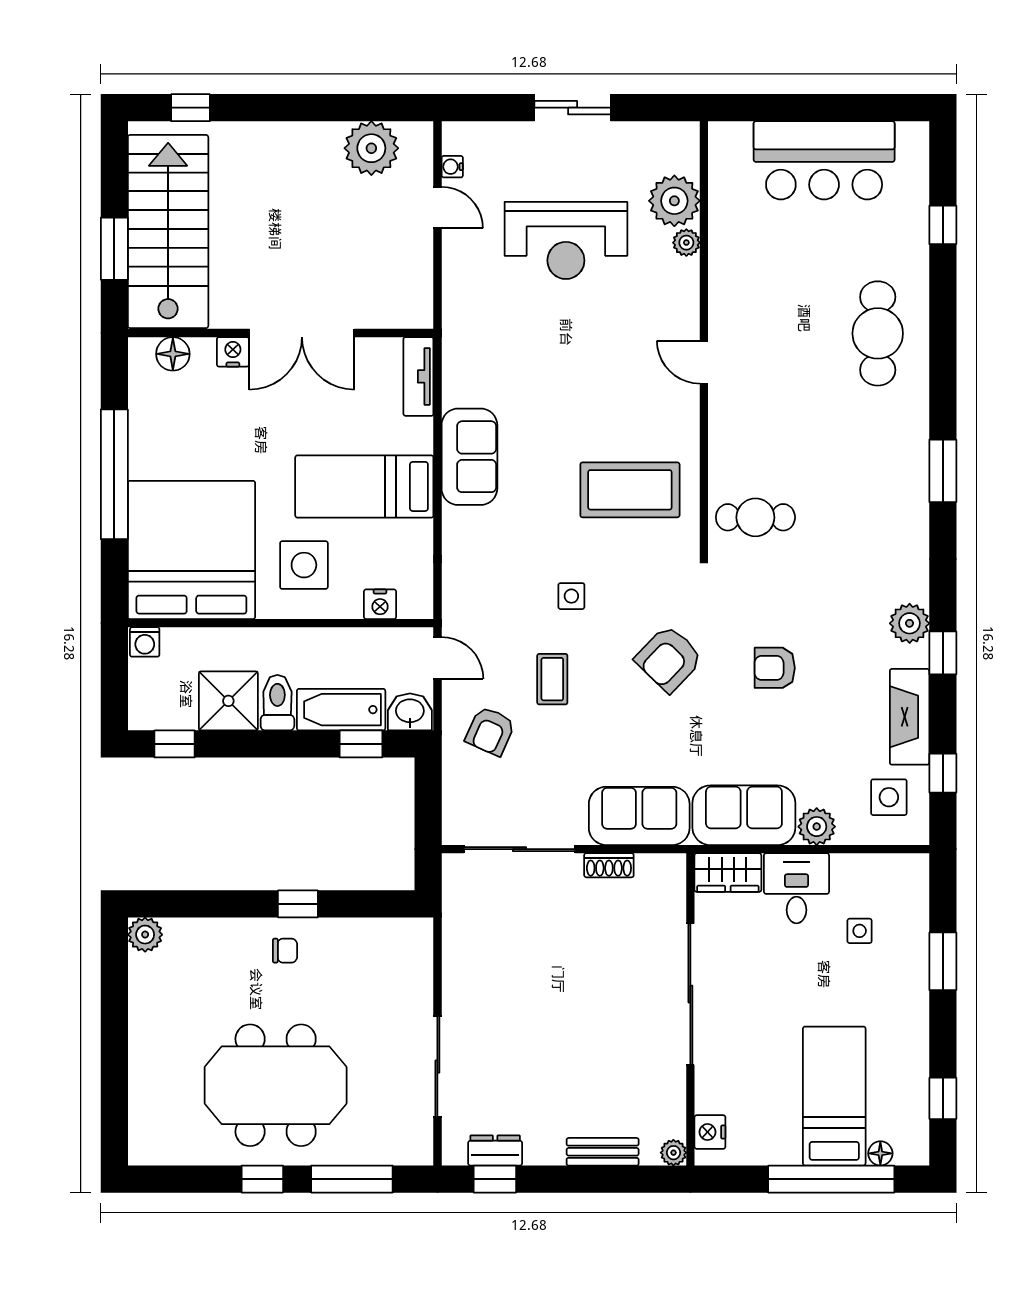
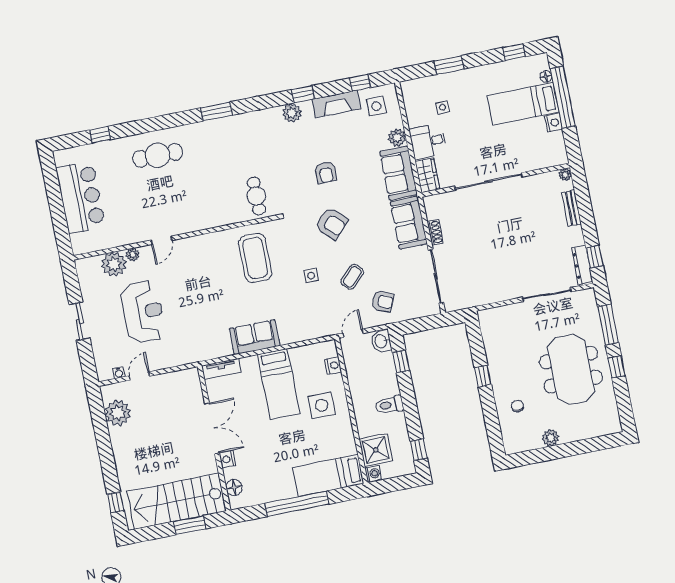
door: (704, 362) -> (161, 240), moved
bed: (191, 550) -> (328, 475), width x0.49
coffee table: (552, 679) -> (352, 277), turned -45
shower: (228, 701) -> (376, 450), moved
bathtub: (341, 710) -> (387, 374), removed
plant: (145, 935) -> (551, 438), moved
chair: (285, 951) -> (518, 406), moved
nightstand: (710, 1132) -> (554, 123), moved, turned -90
dresser: (495, 1150) -> (582, 265), width x1.44

